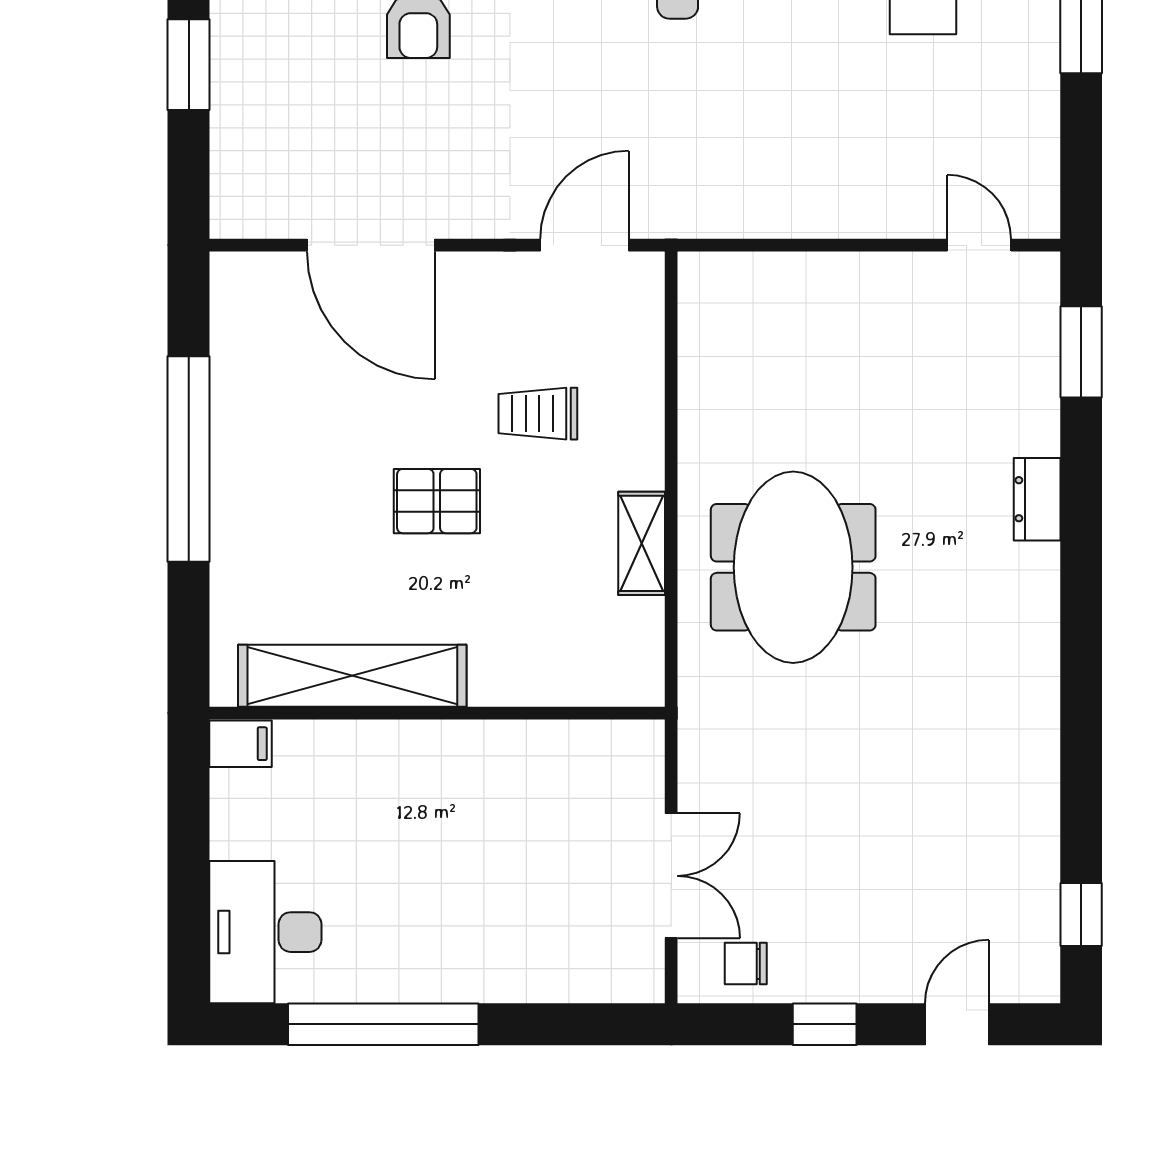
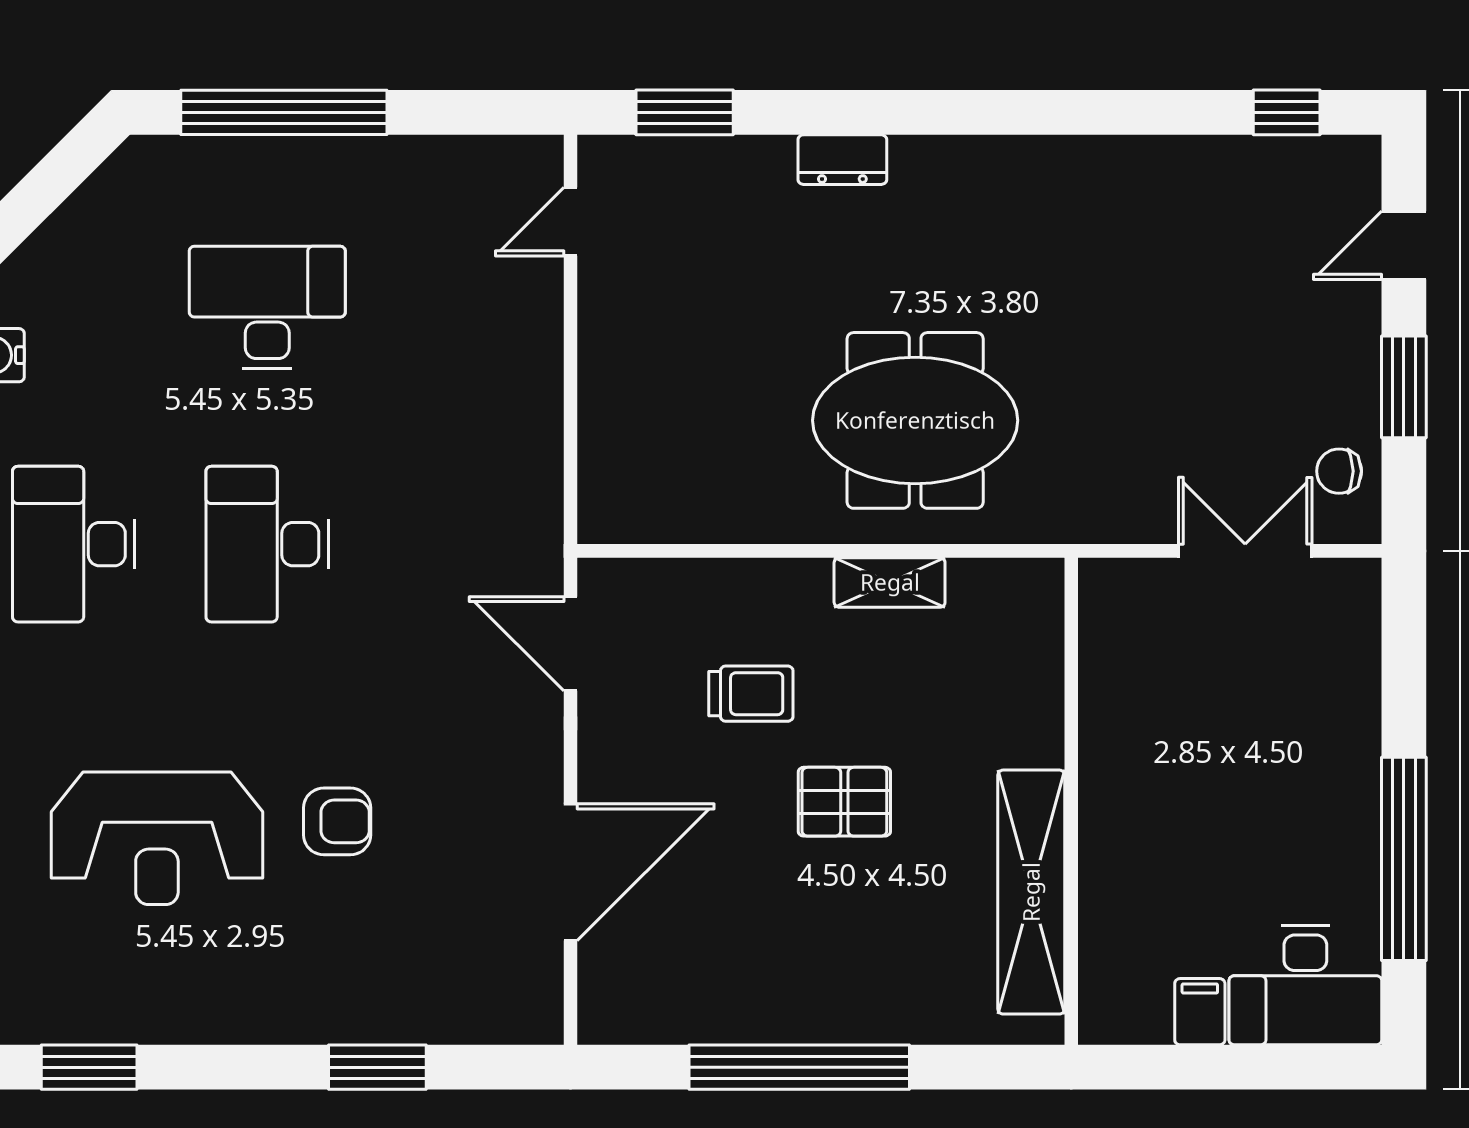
trolley: (538, 414) -> (751, 694), turned -90
pallet: (437, 501) -> (844, 802), turned 90
filing cabinet: (240, 744) -> (1200, 1012), moved
chair: (746, 964) -> (1339, 471), turned 90
window: (825, 1024) -> (1404, 387), width x1.50
door: (957, 1024) -> (1404, 245), hinge flipped

